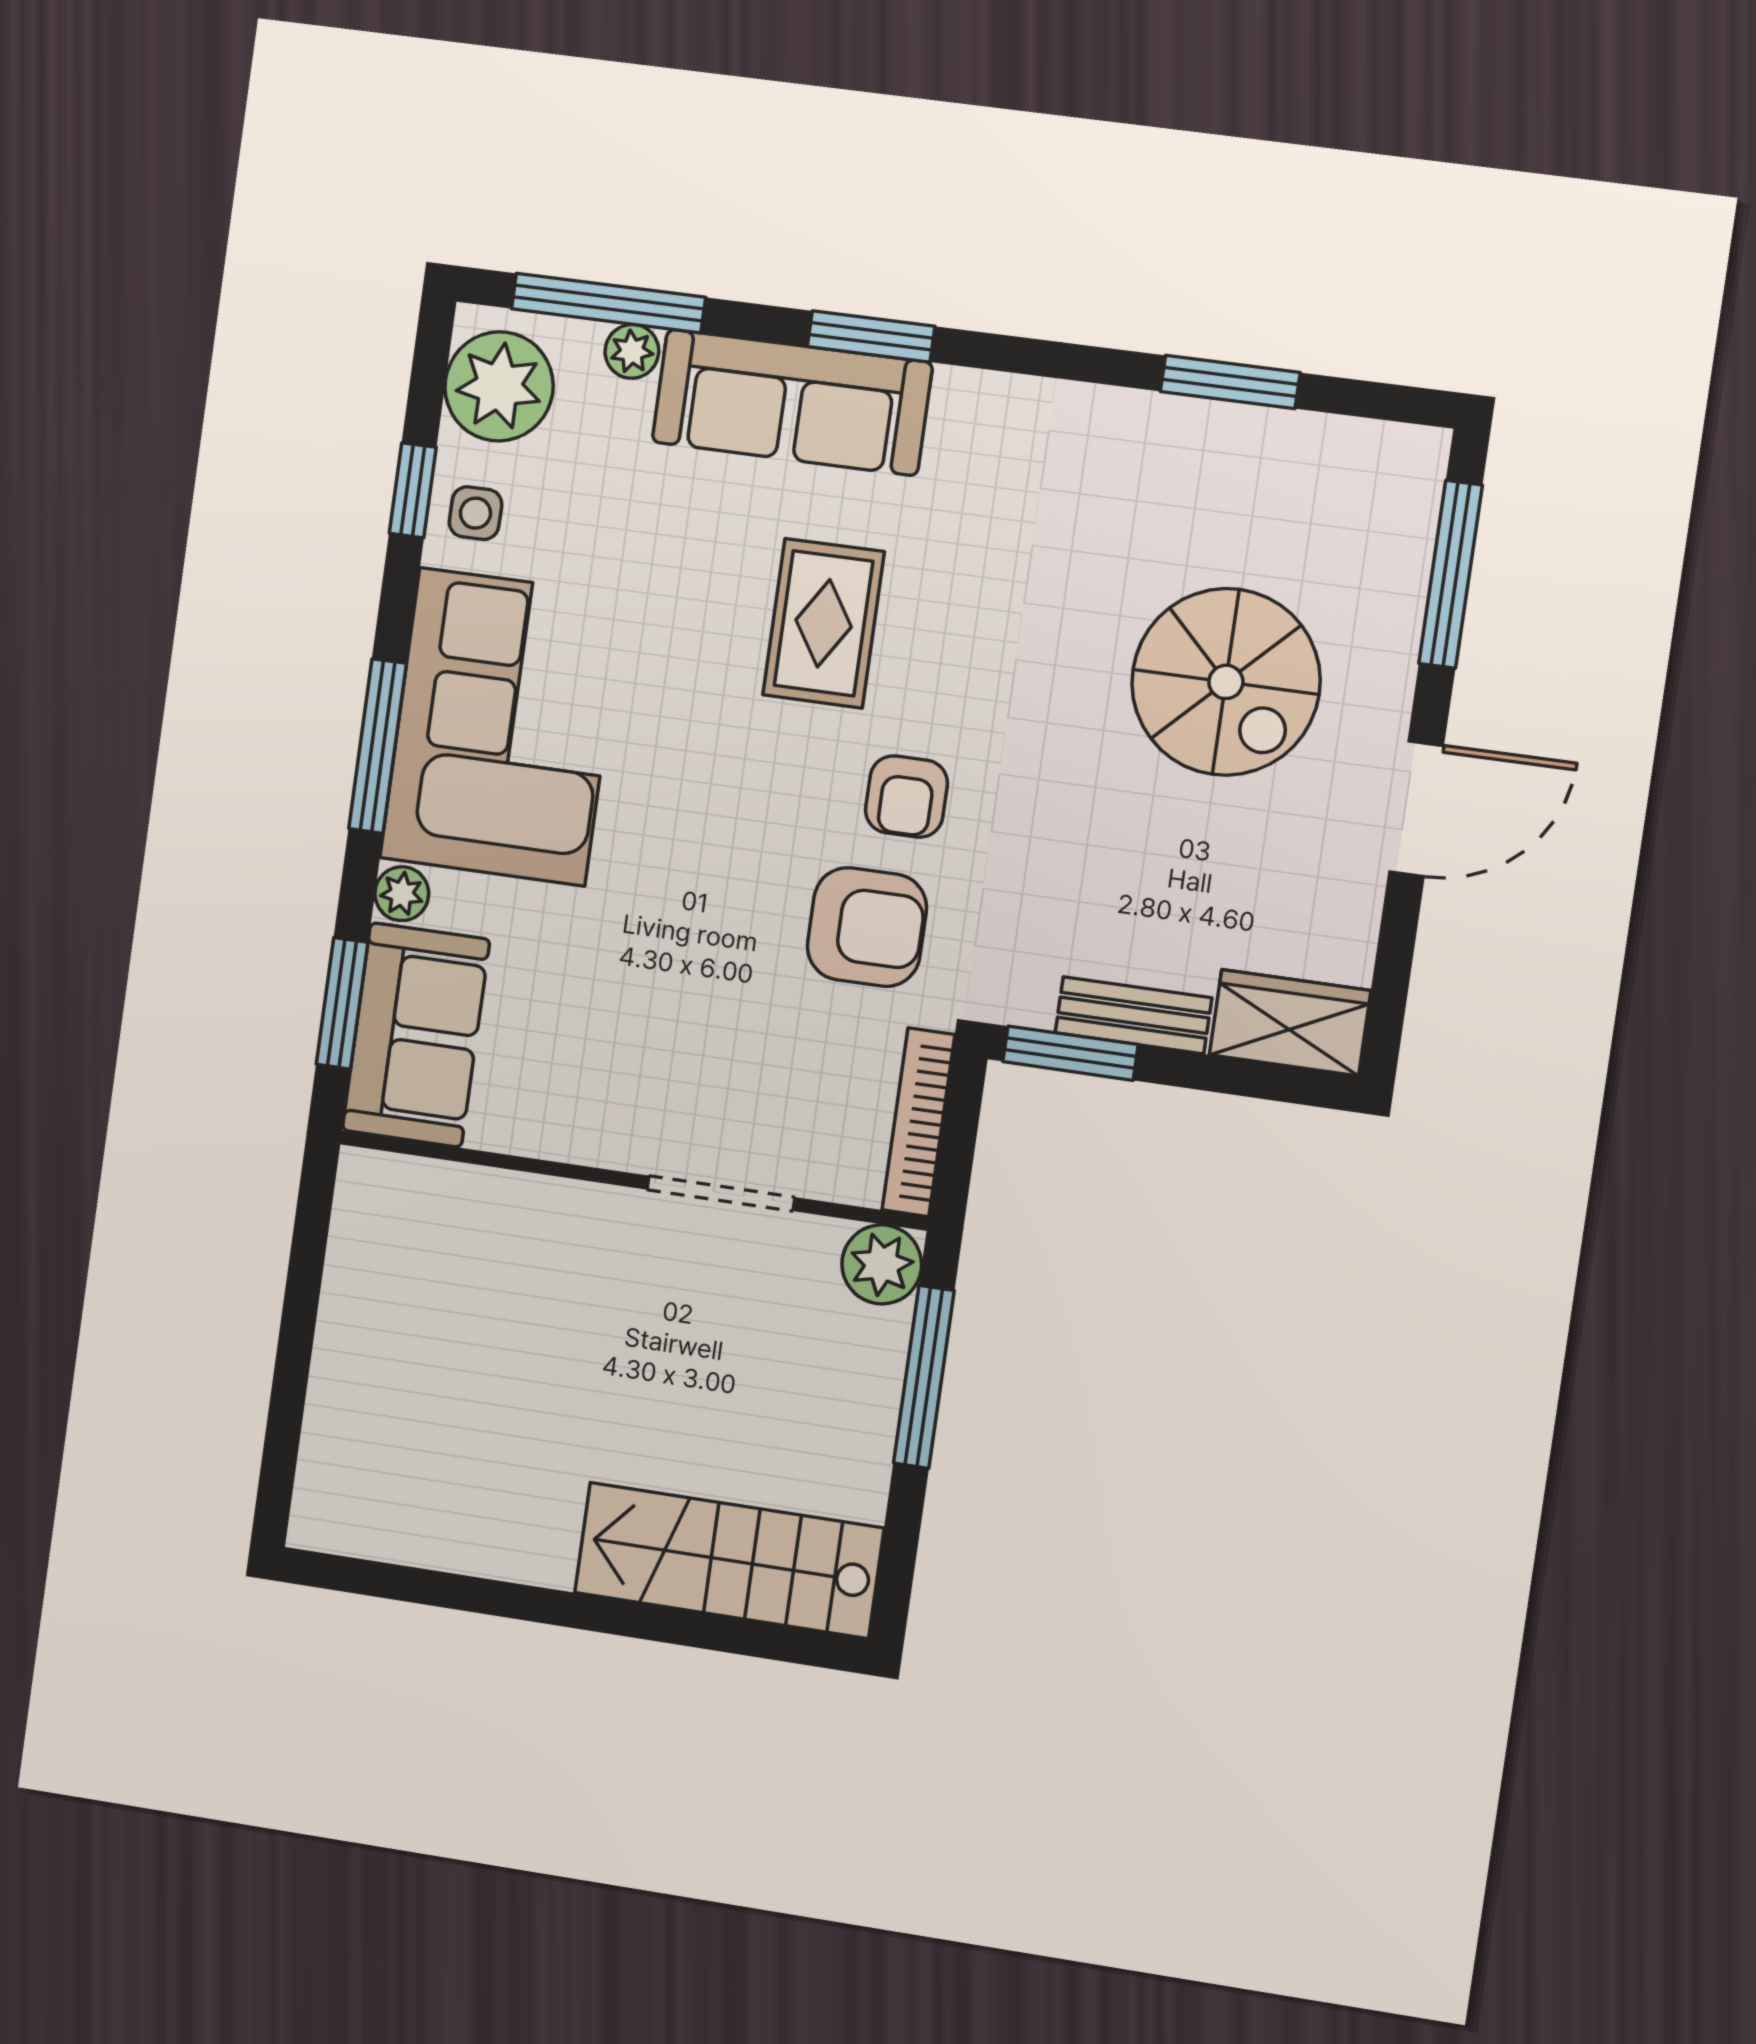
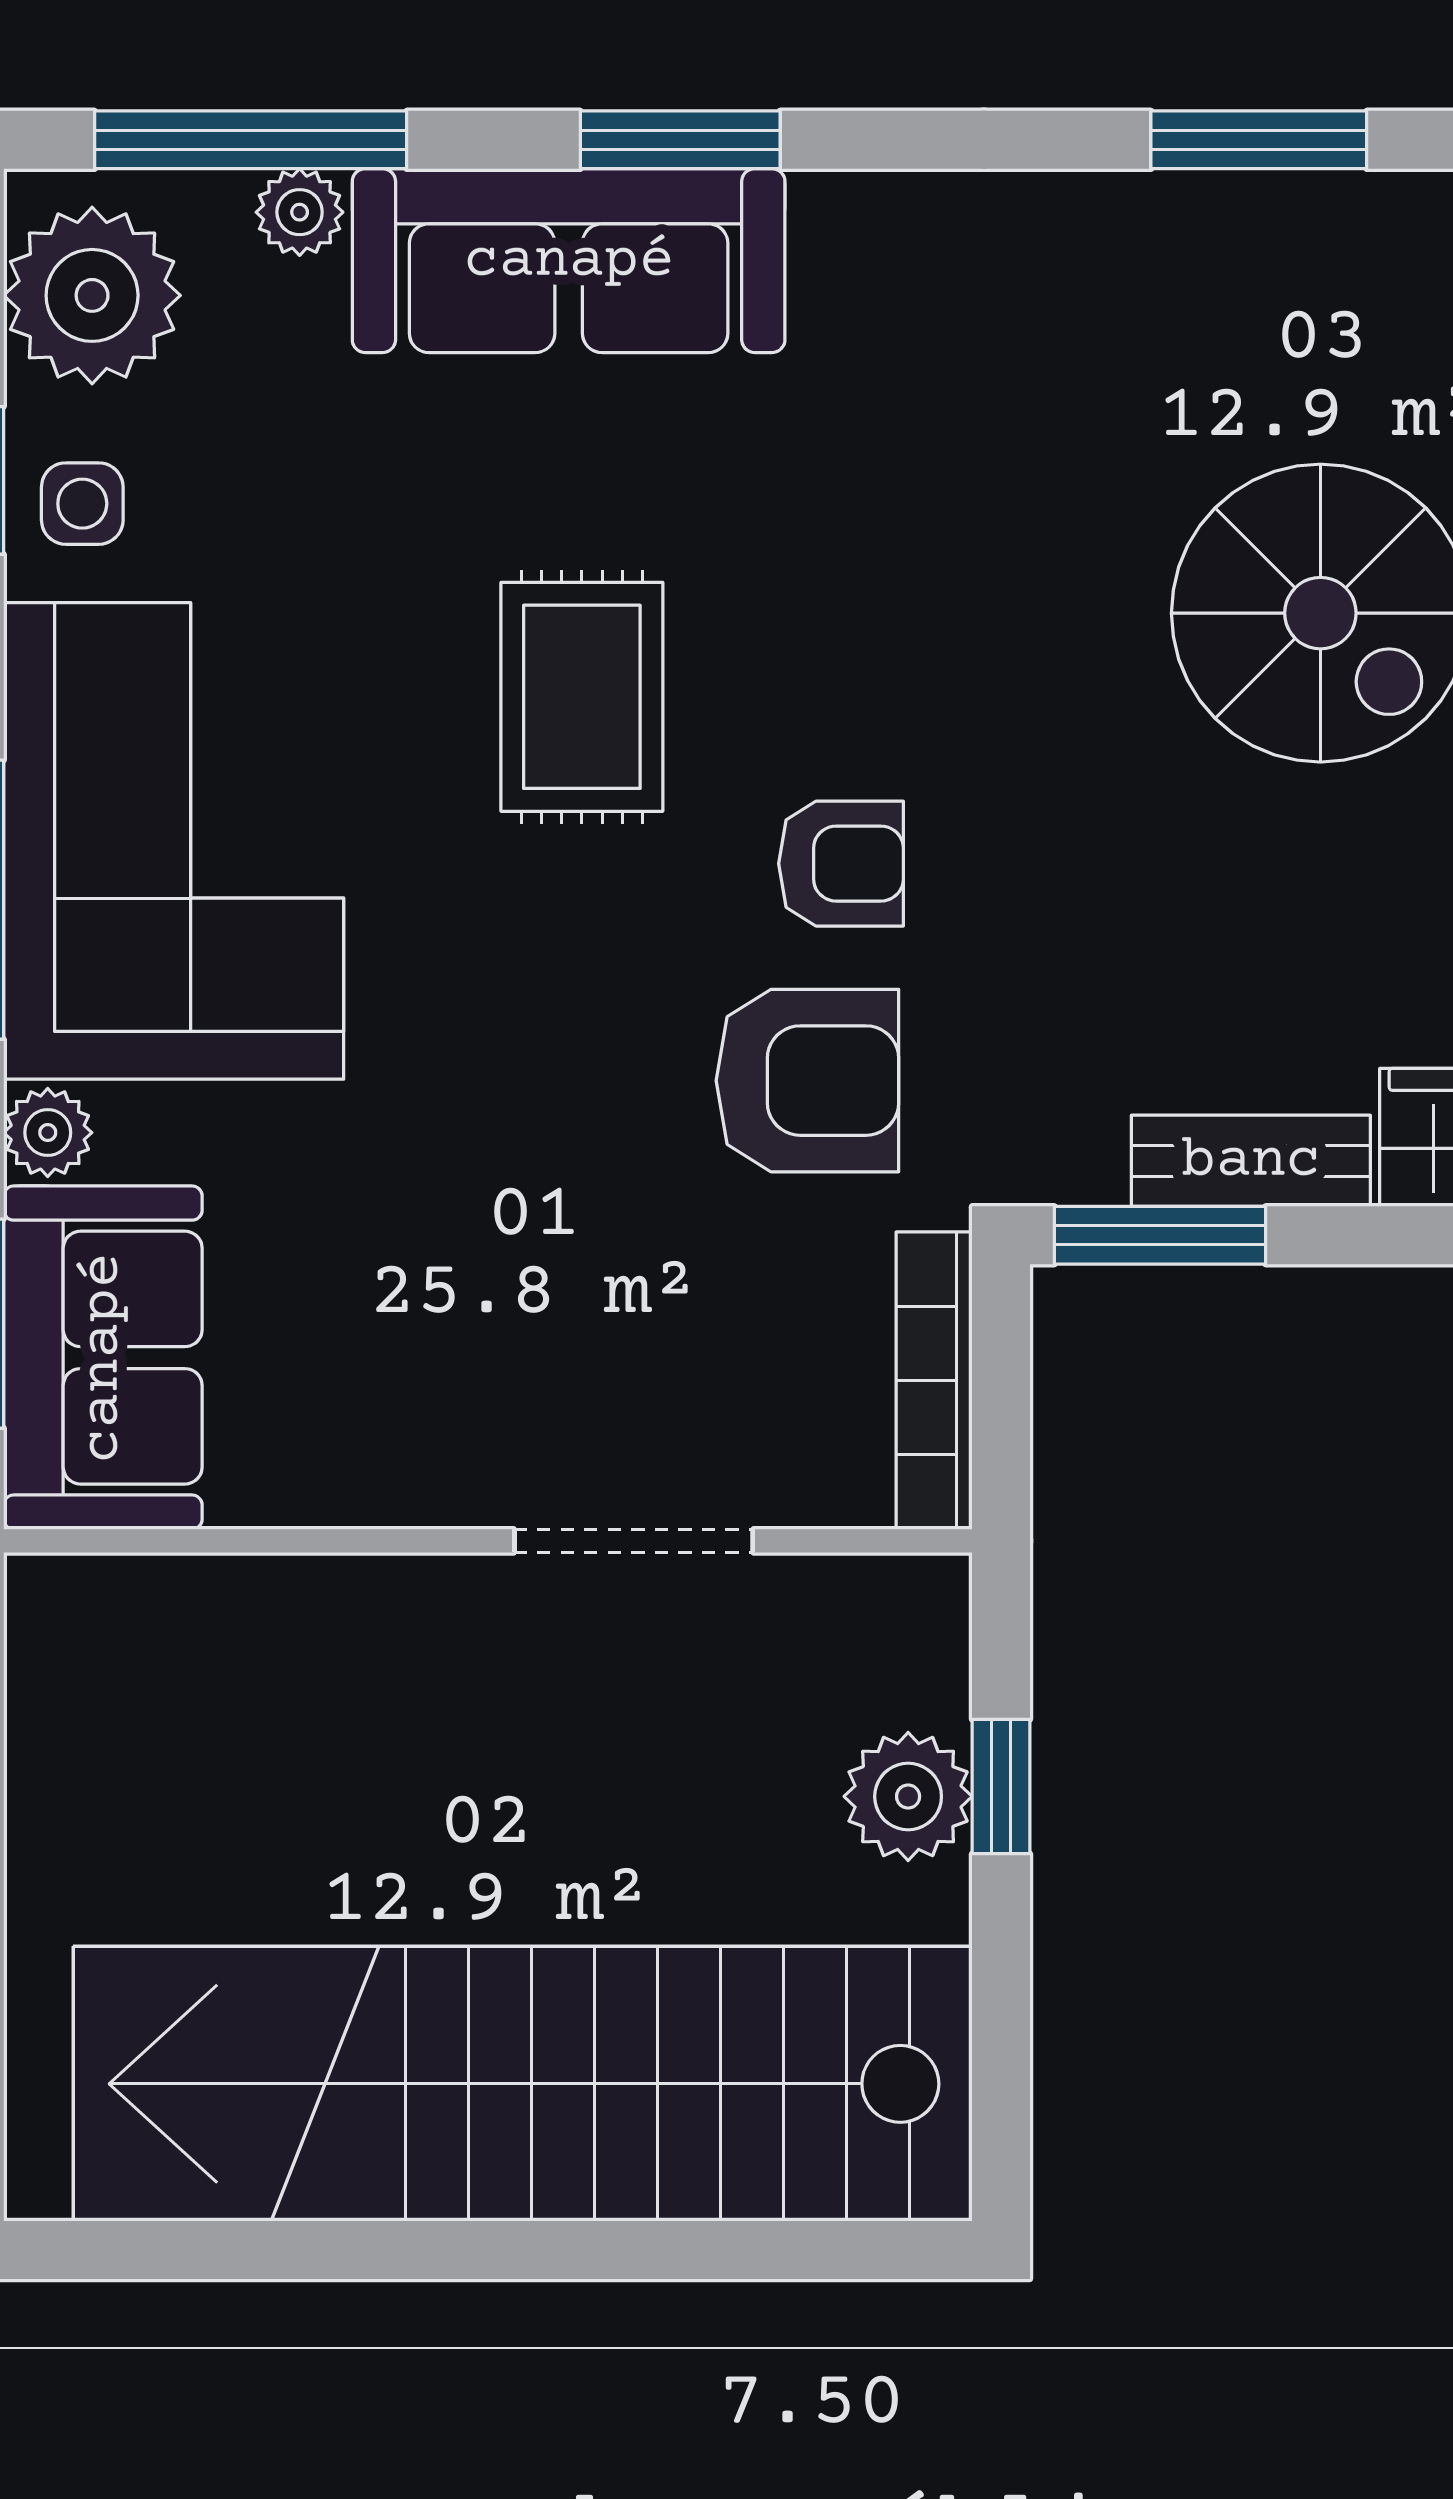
rug: (824, 623) -> (582, 697), moved
armchair: (906, 797) -> (841, 864), turned -90
plant: (882, 1264) -> (908, 1796), moved
window: (924, 1377) -> (1001, 1787), width x0.46
stairs: (729, 1560) -> (523, 2084), width x1.86, depth x1.51

